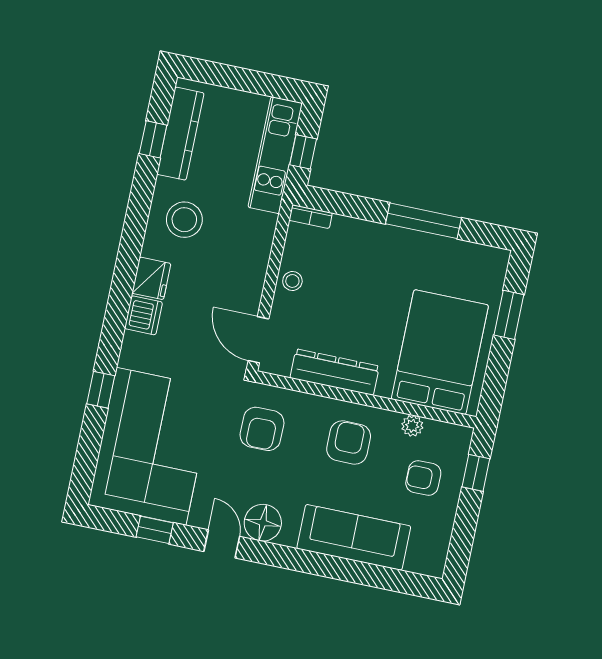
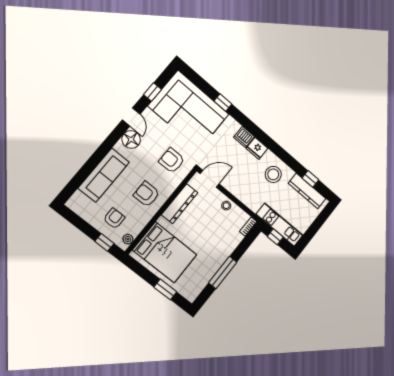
plant: (412, 426) -> (128, 239), moved
armchair: (349, 443) -> (147, 194), turned 180
door: (222, 544) -> (131, 117), hinge flipped

